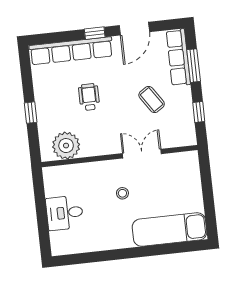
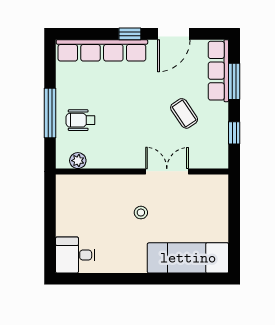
wheelchair: (89, 97) -> (80, 120), moved, turned -90
window: (31, 113) -> (50, 113), width x2.17
plant: (66, 146) -> (78, 161), width x0.53, depth x0.53
desk: (65, 213) -> (75, 255), moved

